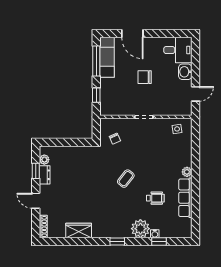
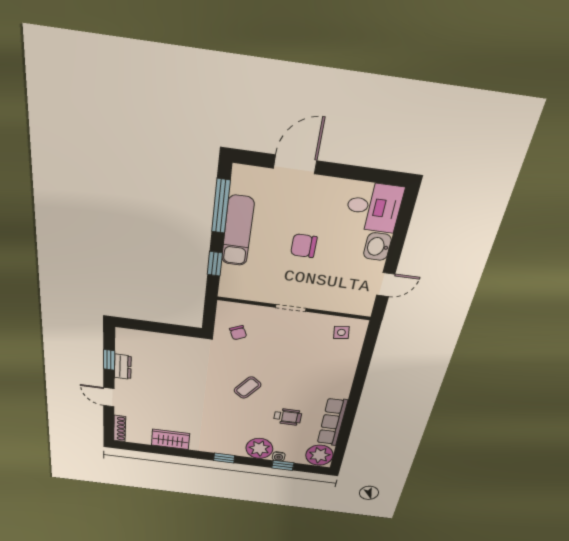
door: (132, 33) -> (295, 164), swing flipped
exam couch: (107, 57) -> (238, 231), moved
plant: (44, 160) -> (123, 347), removed
plant: (187, 172) -> (319, 455), moved, width x1.88, depth x1.88

